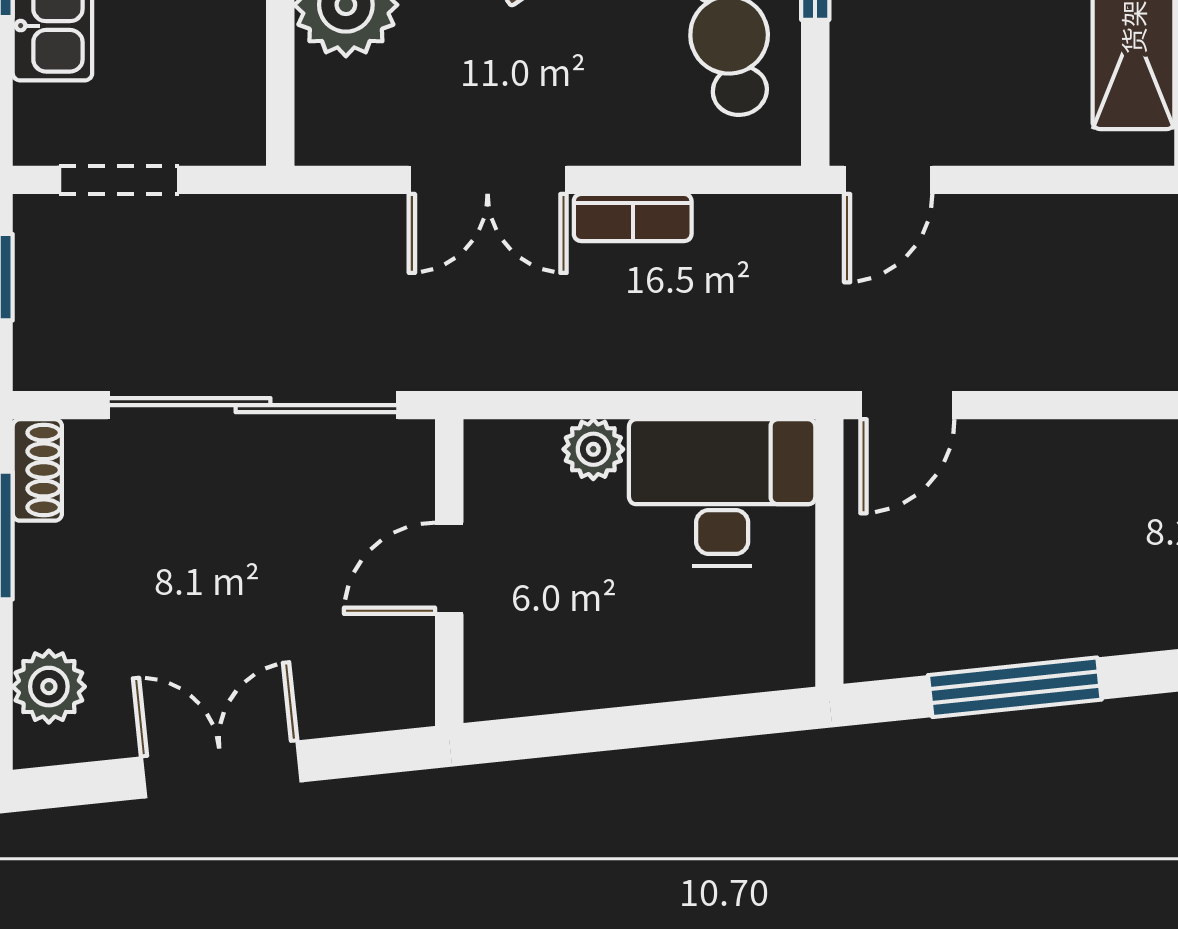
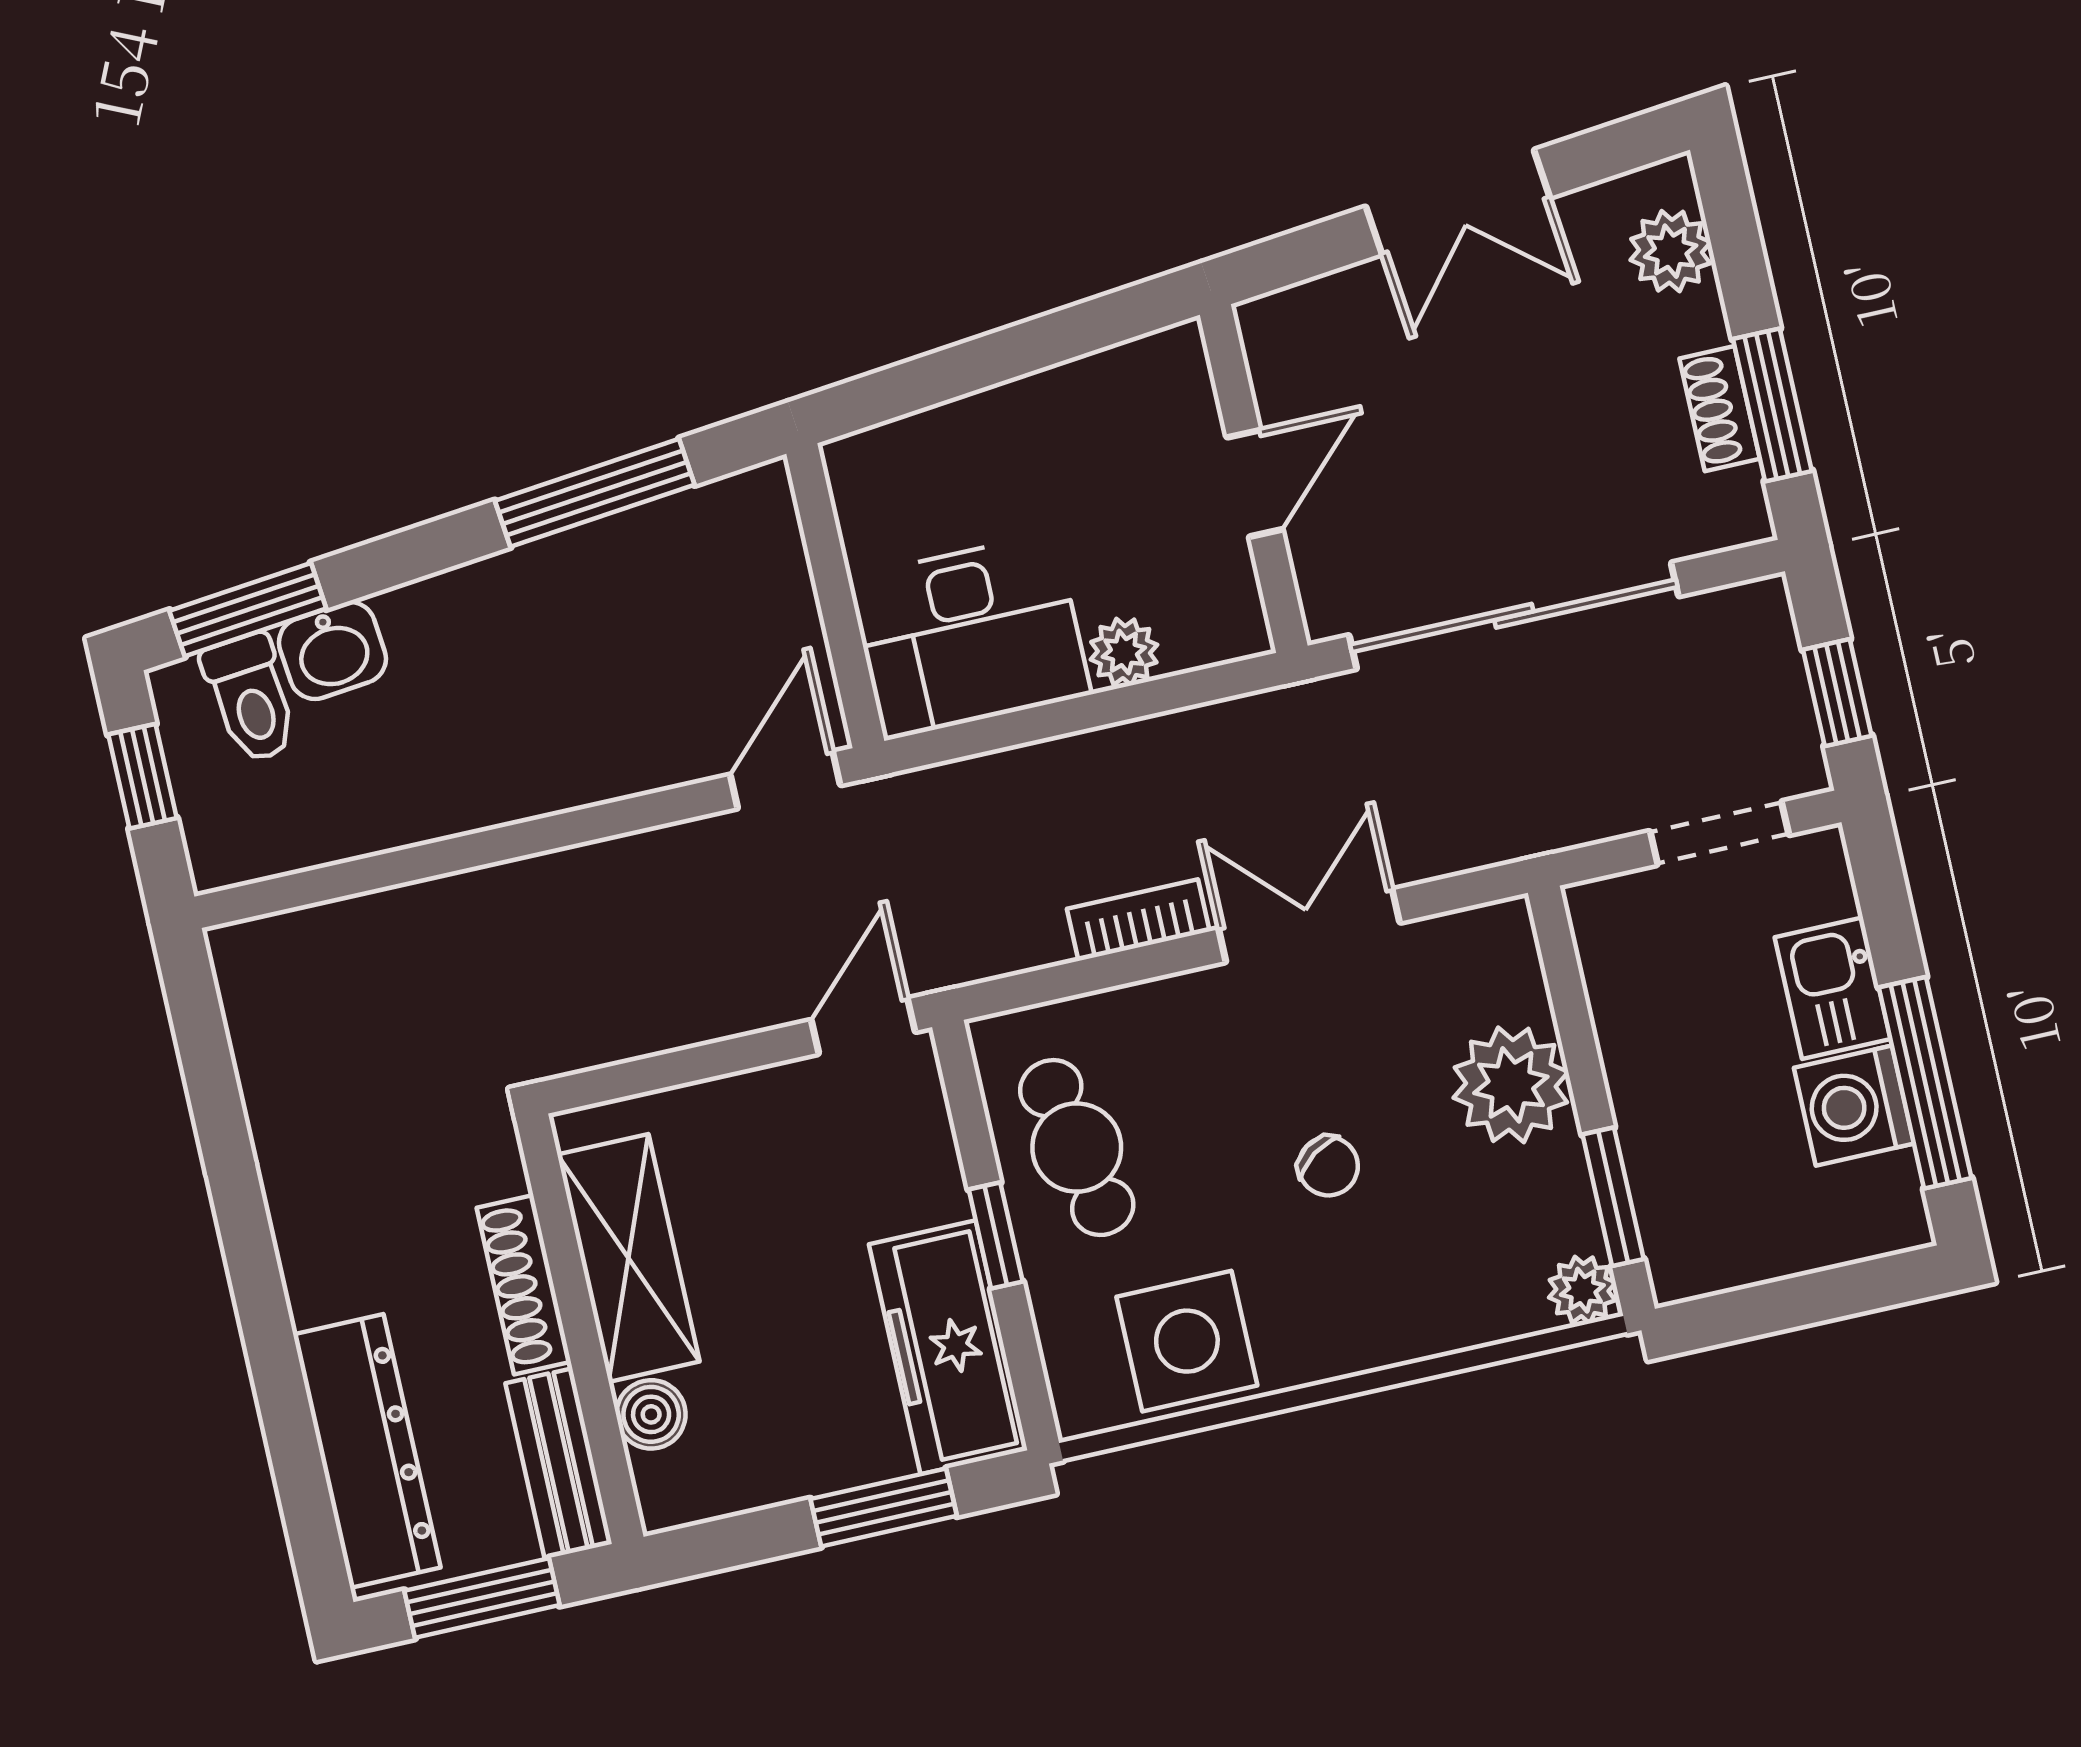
shoe rack: (37, 470) -> (1720, 409), moved

